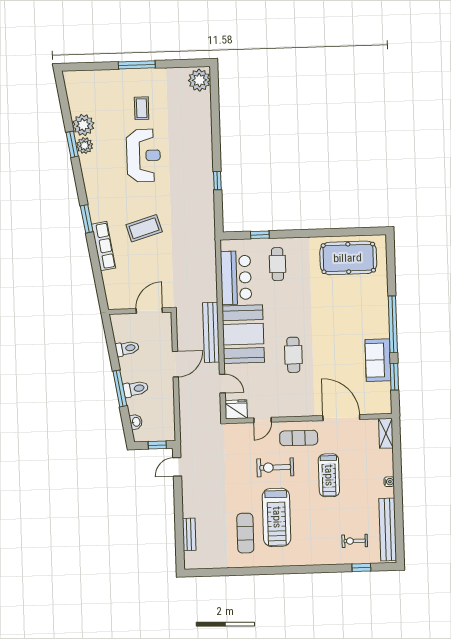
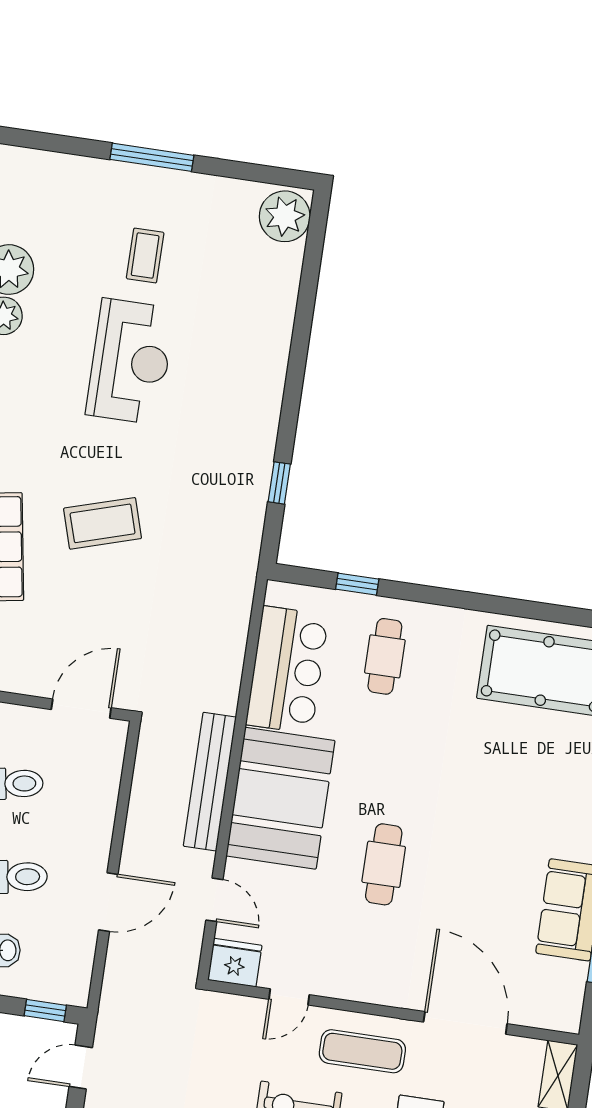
window: (217, 181) -> (279, 483), moved
door: (175, 364) -> (108, 902), moved

